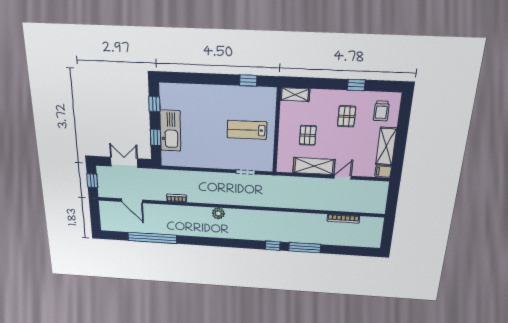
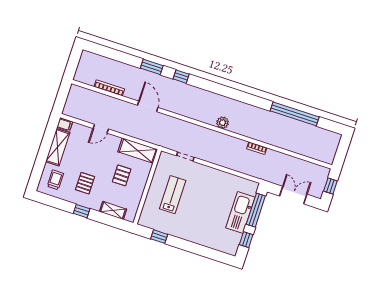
window: (356, 85) -> (82, 211), moved
shelving: (295, 95) -> (113, 210), moved
lab bench: (247, 130) -> (173, 195), turned -90
window: (156, 137) -> (256, 210), width x2.17
double door: (124, 162) -> (293, 195), swing flipped
shelving: (314, 166) -> (138, 151), moved
door: (132, 201) -> (148, 106), moved
window: (305, 248) -> (152, 67), width x0.69

